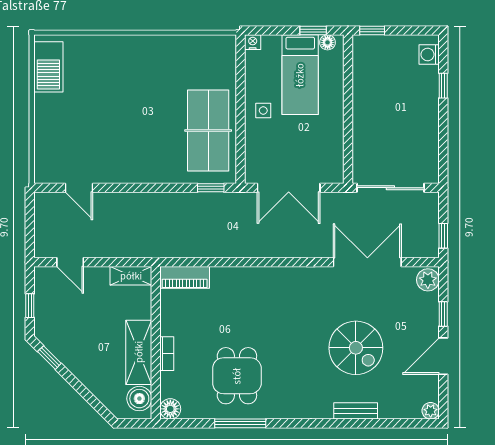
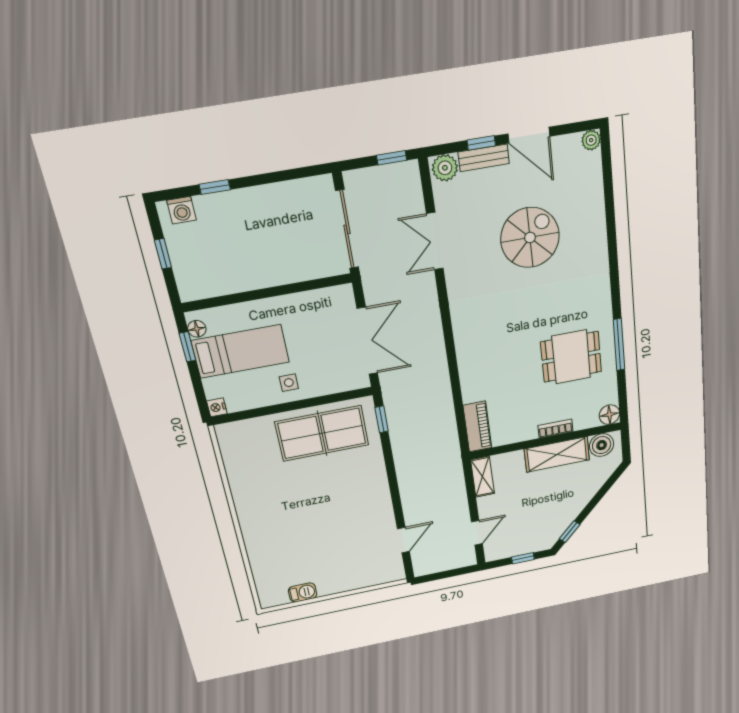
window: (372, 31) -> (163, 254), moved
barbecue: (48, 67) -> (303, 592), width x0.53, depth x0.65
double door: (367, 262) -> (435, 241), width x0.73
bench: (356, 411) -> (484, 158), moved, turned 90

